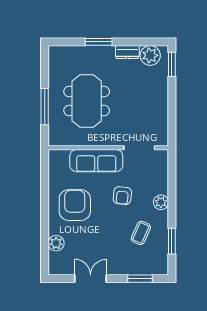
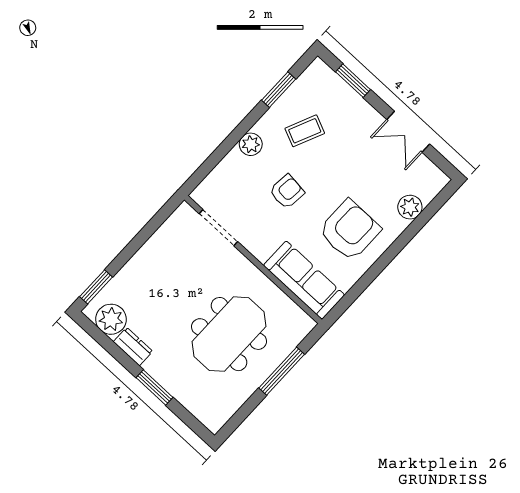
sofa: (96, 161) -> (304, 280), moved
armchair: (75, 205) -> (350, 230), turned 180

